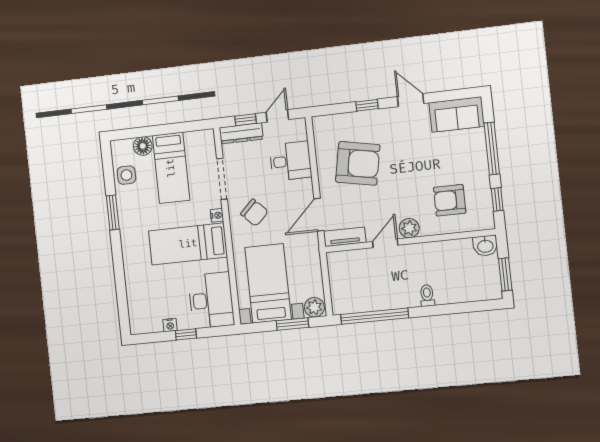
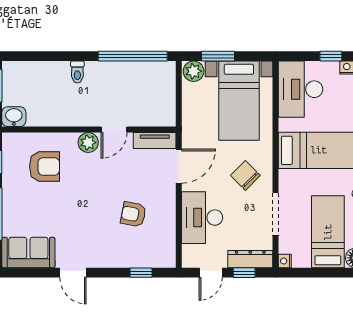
window: (367, 105) -> (141, 273), moved
desk: (290, 161) -> (202, 218), width x1.37
armchair: (358, 163) -> (133, 214), width x0.53, depth x0.53
nightstand: (217, 215) -> (285, 261), moved

